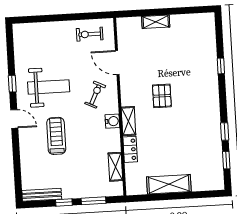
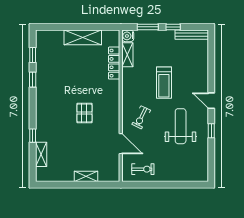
weight bench: (49, 87) -> (181, 126), turned 90
water cooler: (112, 121) -> (128, 36), moved
shelving: (128, 121) -> (41, 154), moved
treadmill: (56, 136) -> (164, 83), moved
locker: (130, 149) -> (114, 63), width x1.53

